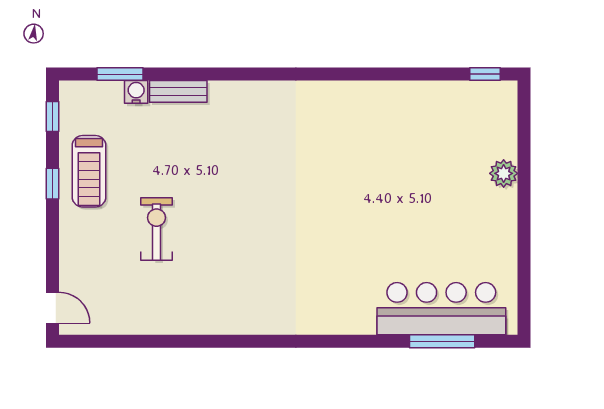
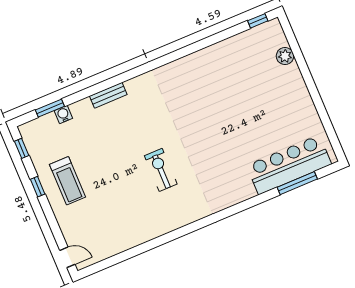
bench: (178, 91) -> (108, 95), moved
treadmill: (89, 171) -> (68, 181), moved
plant: (504, 173) -> (285, 56), moved
exercise bike: (156, 229) -> (161, 170), moved

